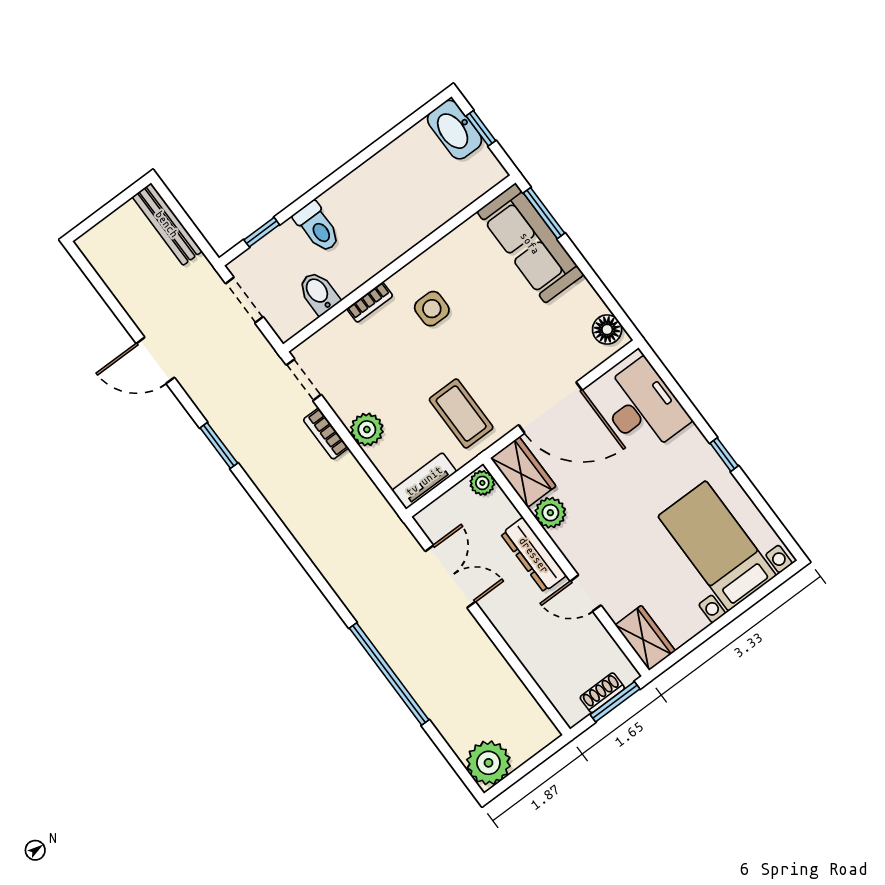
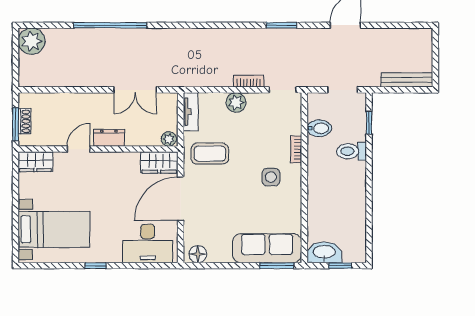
washbasin: (455, 130) -> (324, 252), moved
plant: (550, 513) -> (130, 161), removed
dresser: (534, 555) -> (109, 138), width x0.70

